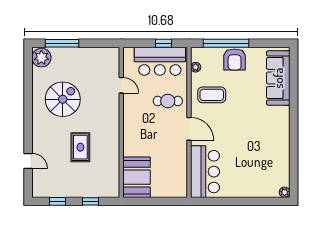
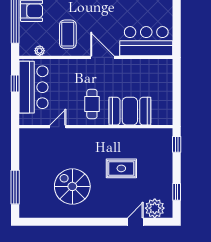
plant: (41, 58) -> (155, 208), moved
cafe table: (168, 101) -> (92, 104), moved
door: (189, 129) -> (102, 57), hinge flipped
booth: (136, 177) -> (130, 111), moved
window: (90, 201) -> (177, 144), moved

